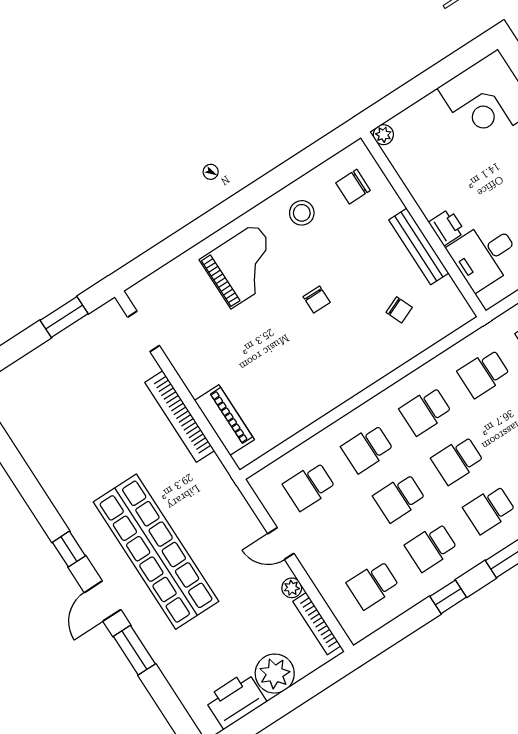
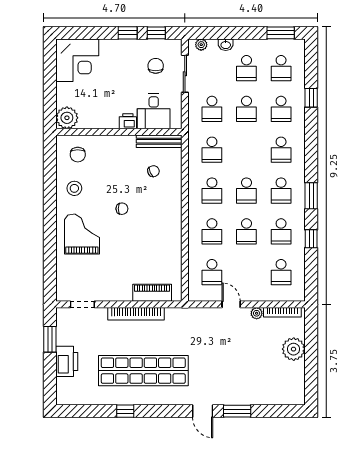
plant: (383, 135) -> (67, 118), width x1.88, depth x1.88
bench: (419, 246) -> (159, 141), moved
door: (281, 544) -> (231, 304), swing flipped
window: (69, 549) -> (125, 411), moved
shop shelf: (156, 552) -> (143, 371), moved
printer: (235, 700) -> (67, 361), moved, turned 180

